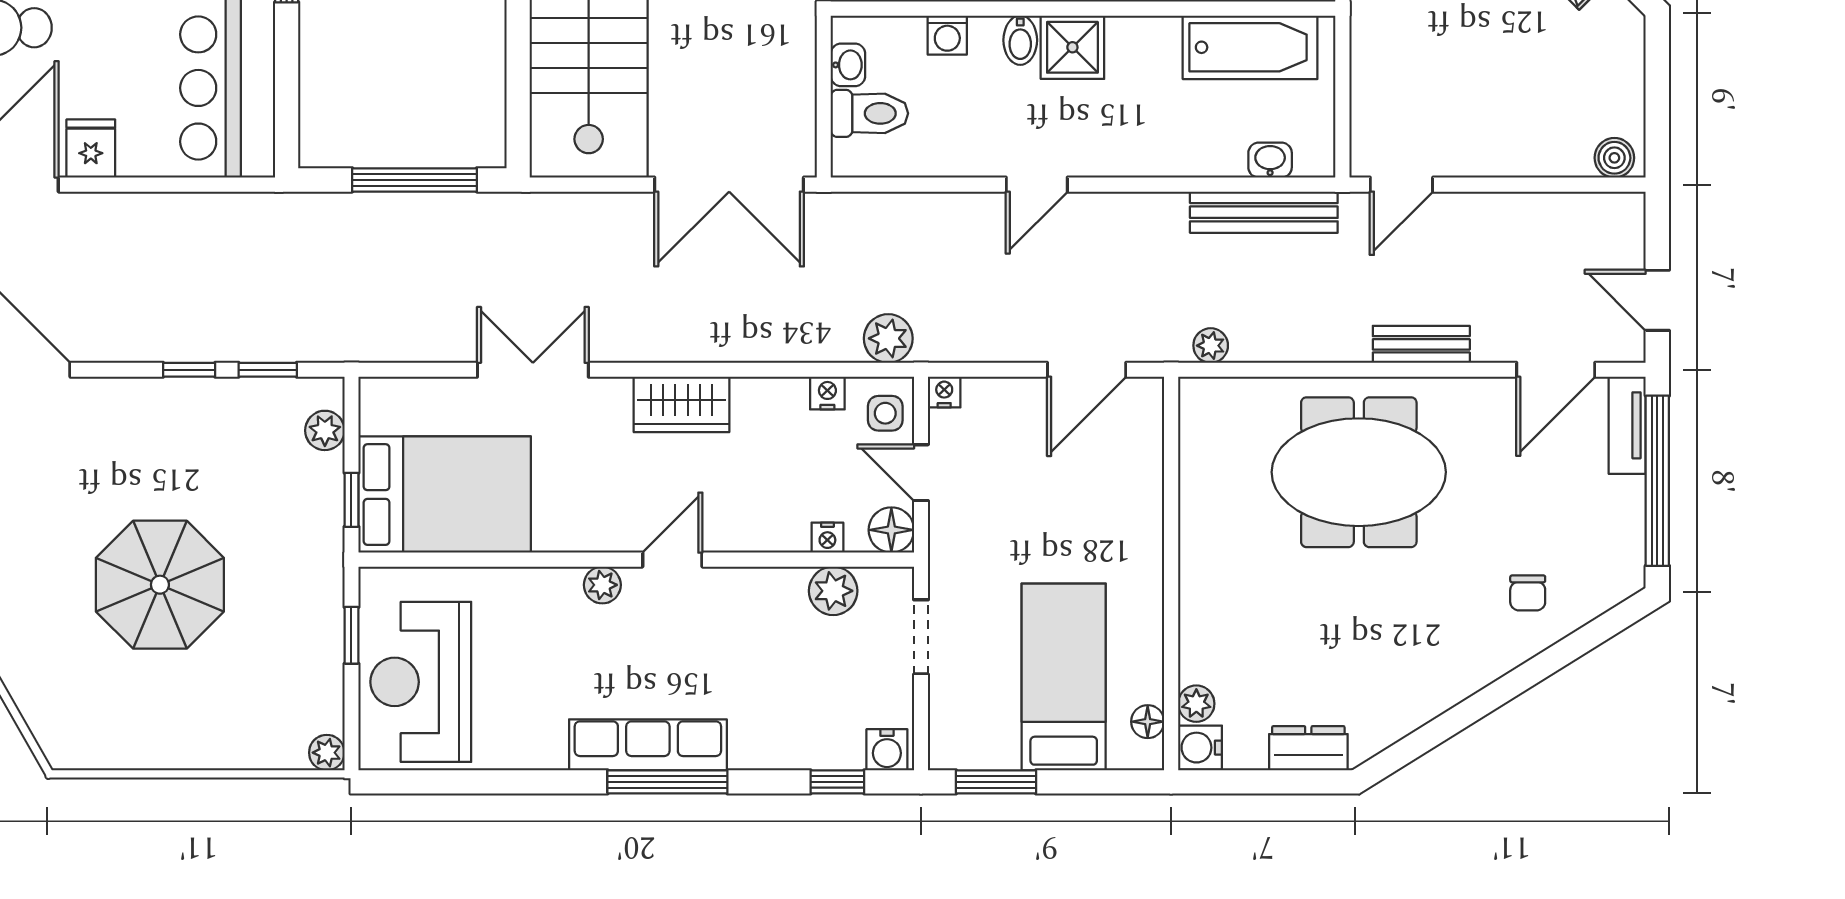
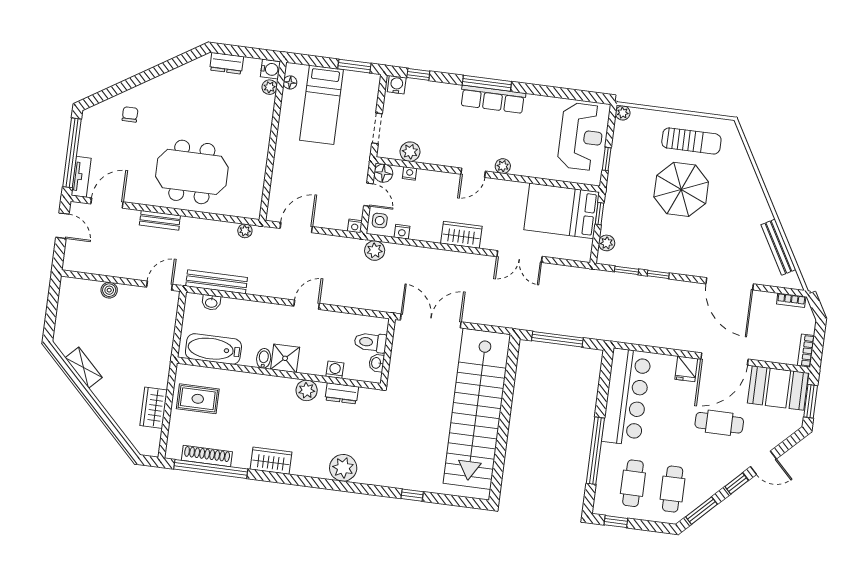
bidet: (1020, 40) -> (264, 358), moved
boiler: (1614, 158) -> (109, 290), moved
sun lounger: (150, 706) -> (691, 141), added

